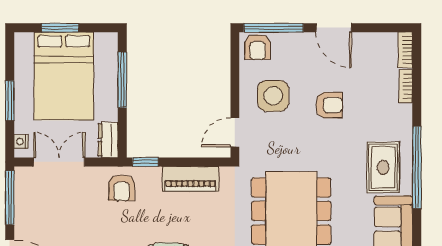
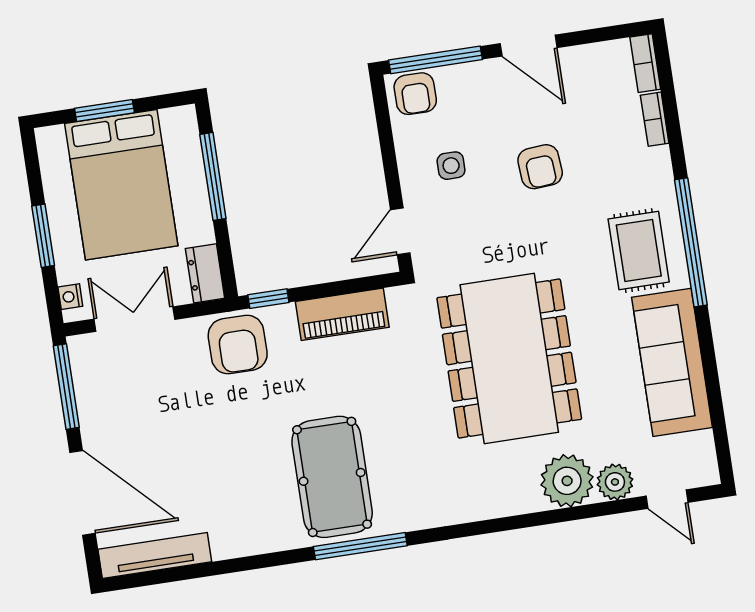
side table: (273, 96) -> (451, 166), width x0.54, depth x0.54
armchair: (329, 105) -> (540, 167), turned 86
armchair: (122, 188) -> (238, 345), width x1.38, depth x1.38

